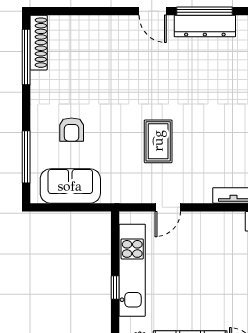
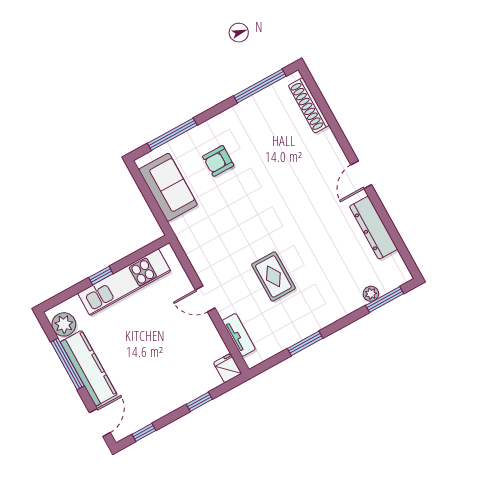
window: (204, 11) -> (386, 220), removed
shoe rack: (39, 43) -> (309, 105), moved, turned 90
rug: (158, 141) -> (273, 276), moved, turned 90
door: (168, 207) -> (205, 299), moved

